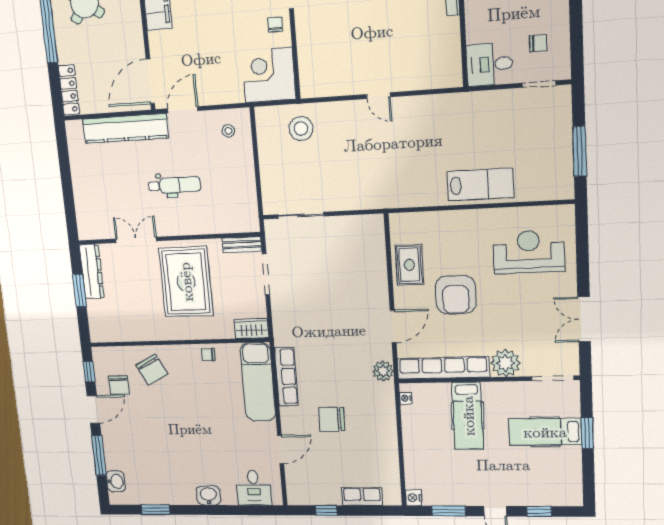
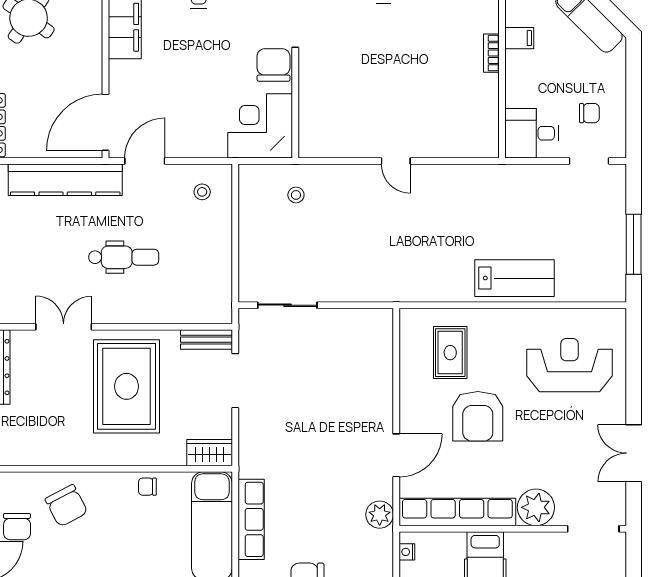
chair: (275, 24) -> (273, 65), width x1.87, depth x1.87
stool: (301, 128) -> (296, 195), width x0.53, depth x0.53
rug: (409, 265) -> (450, 353), moved

